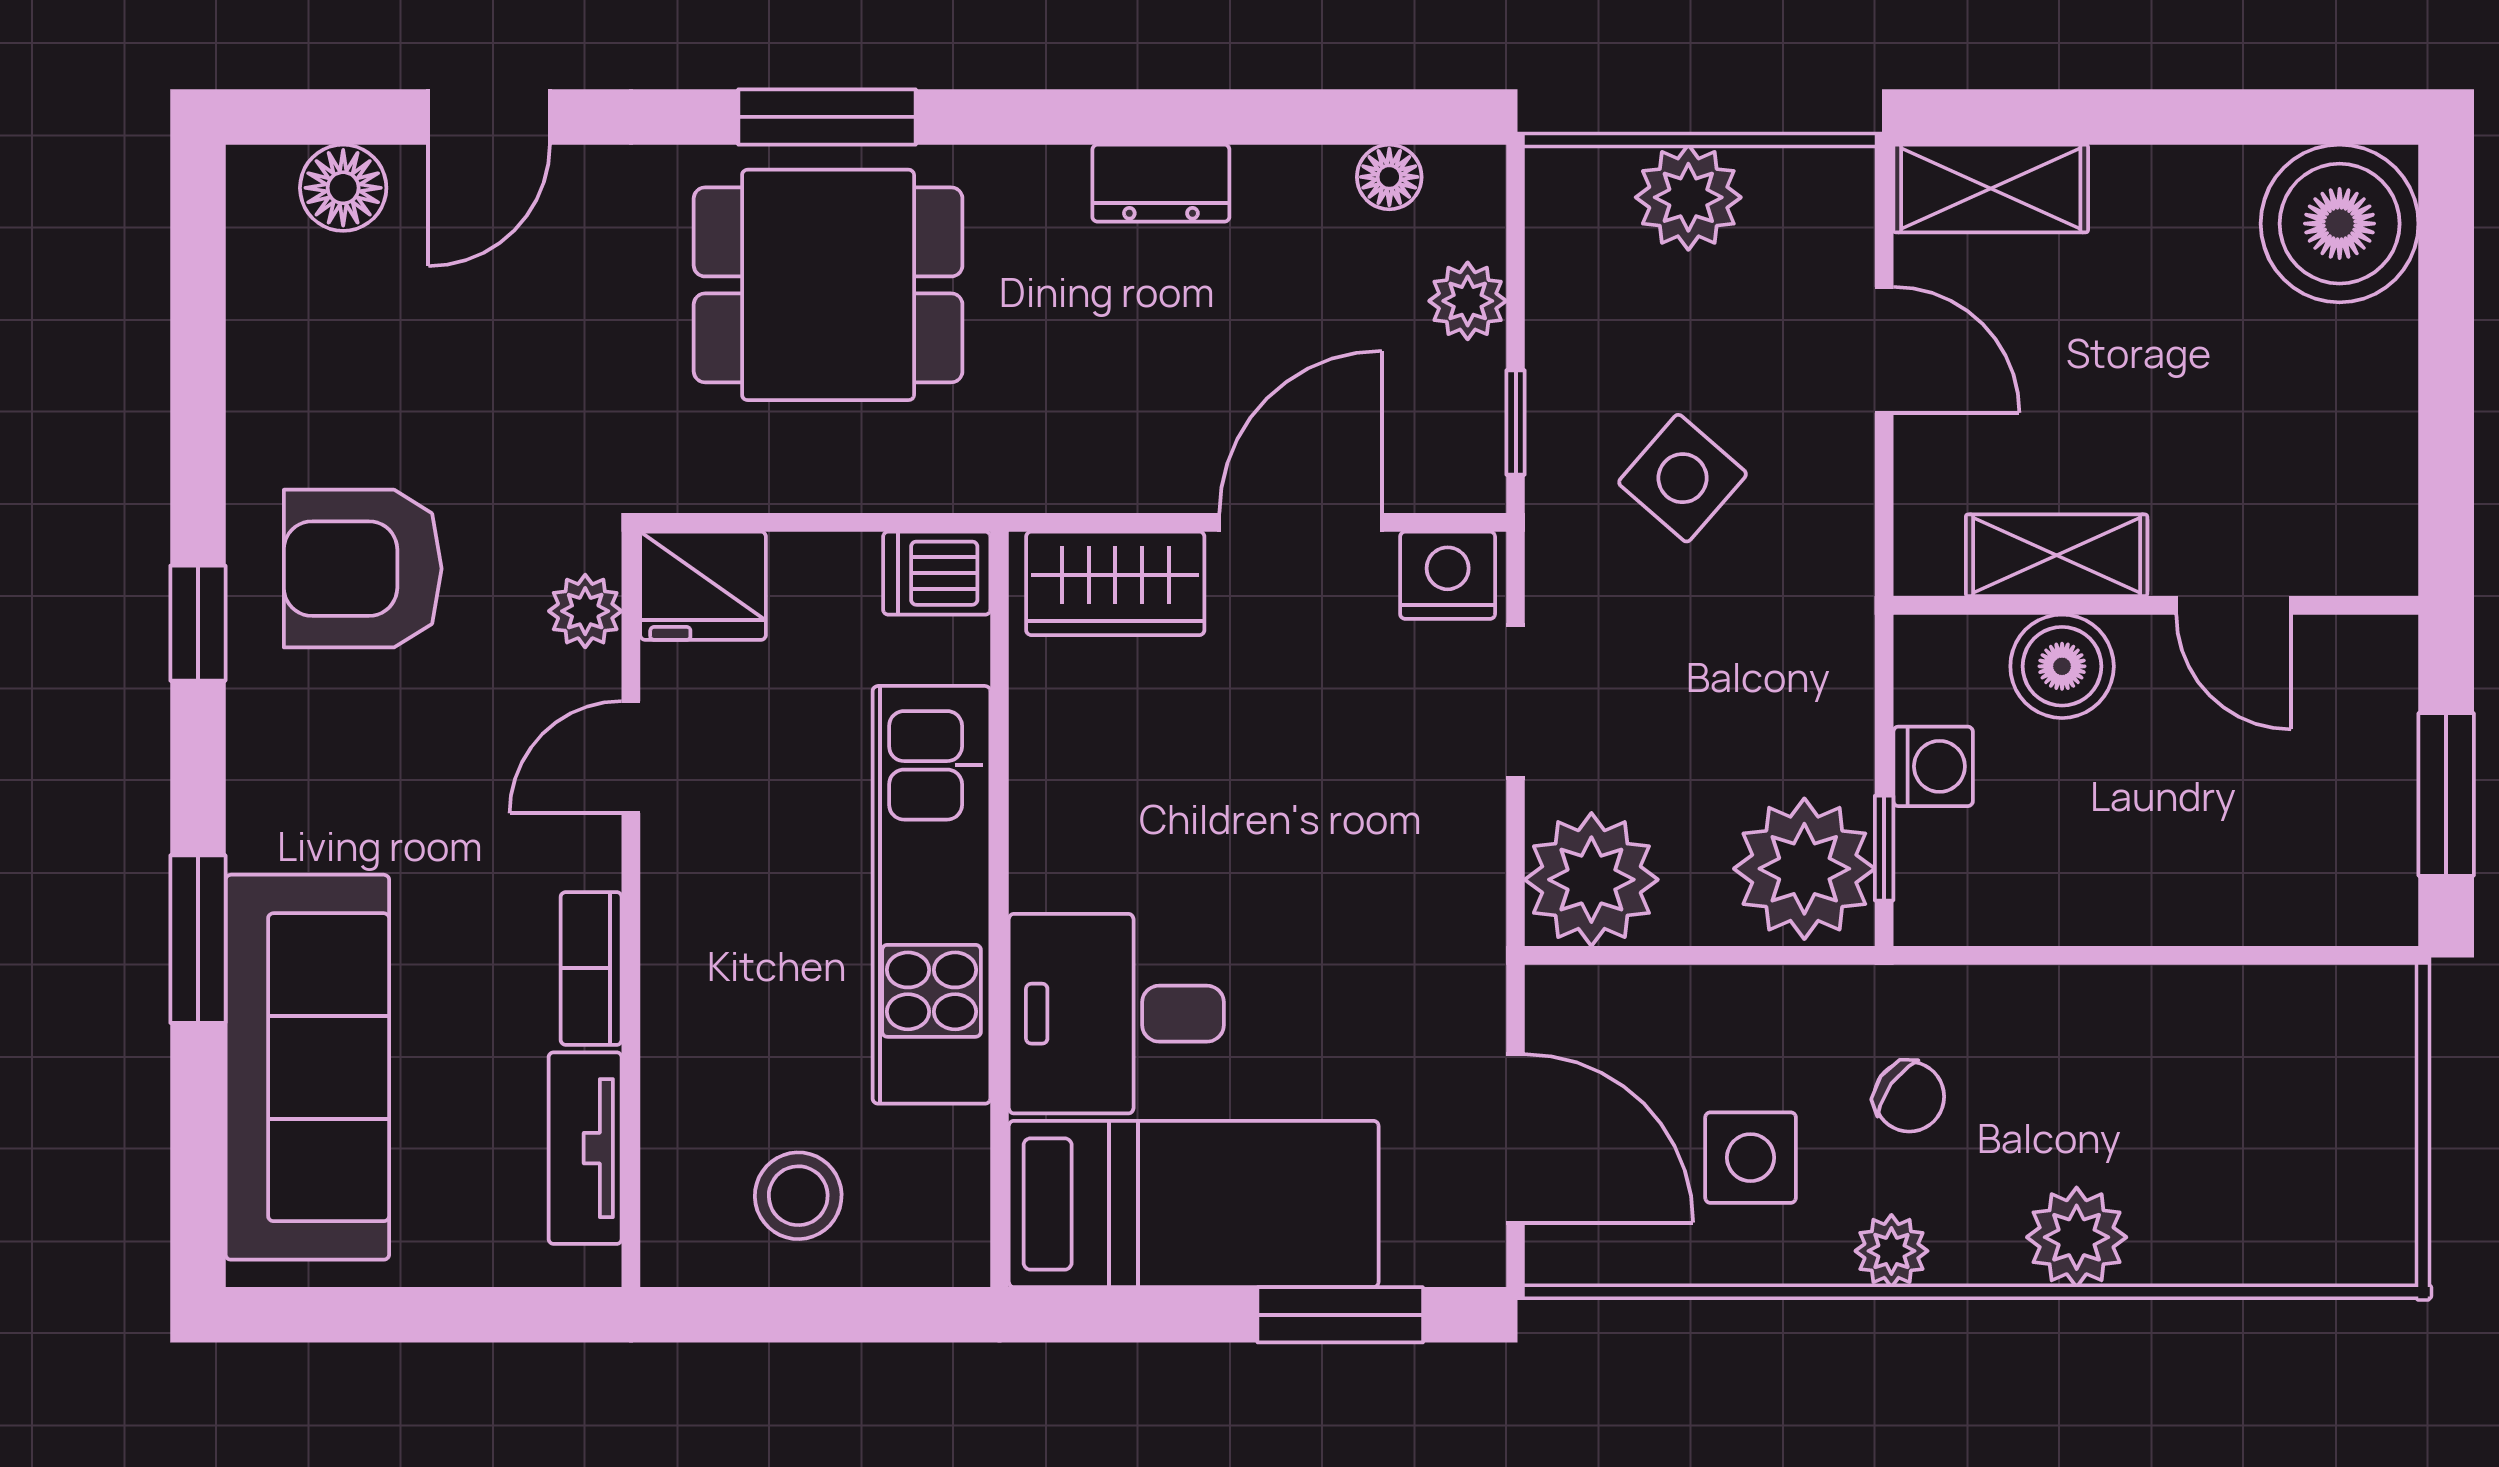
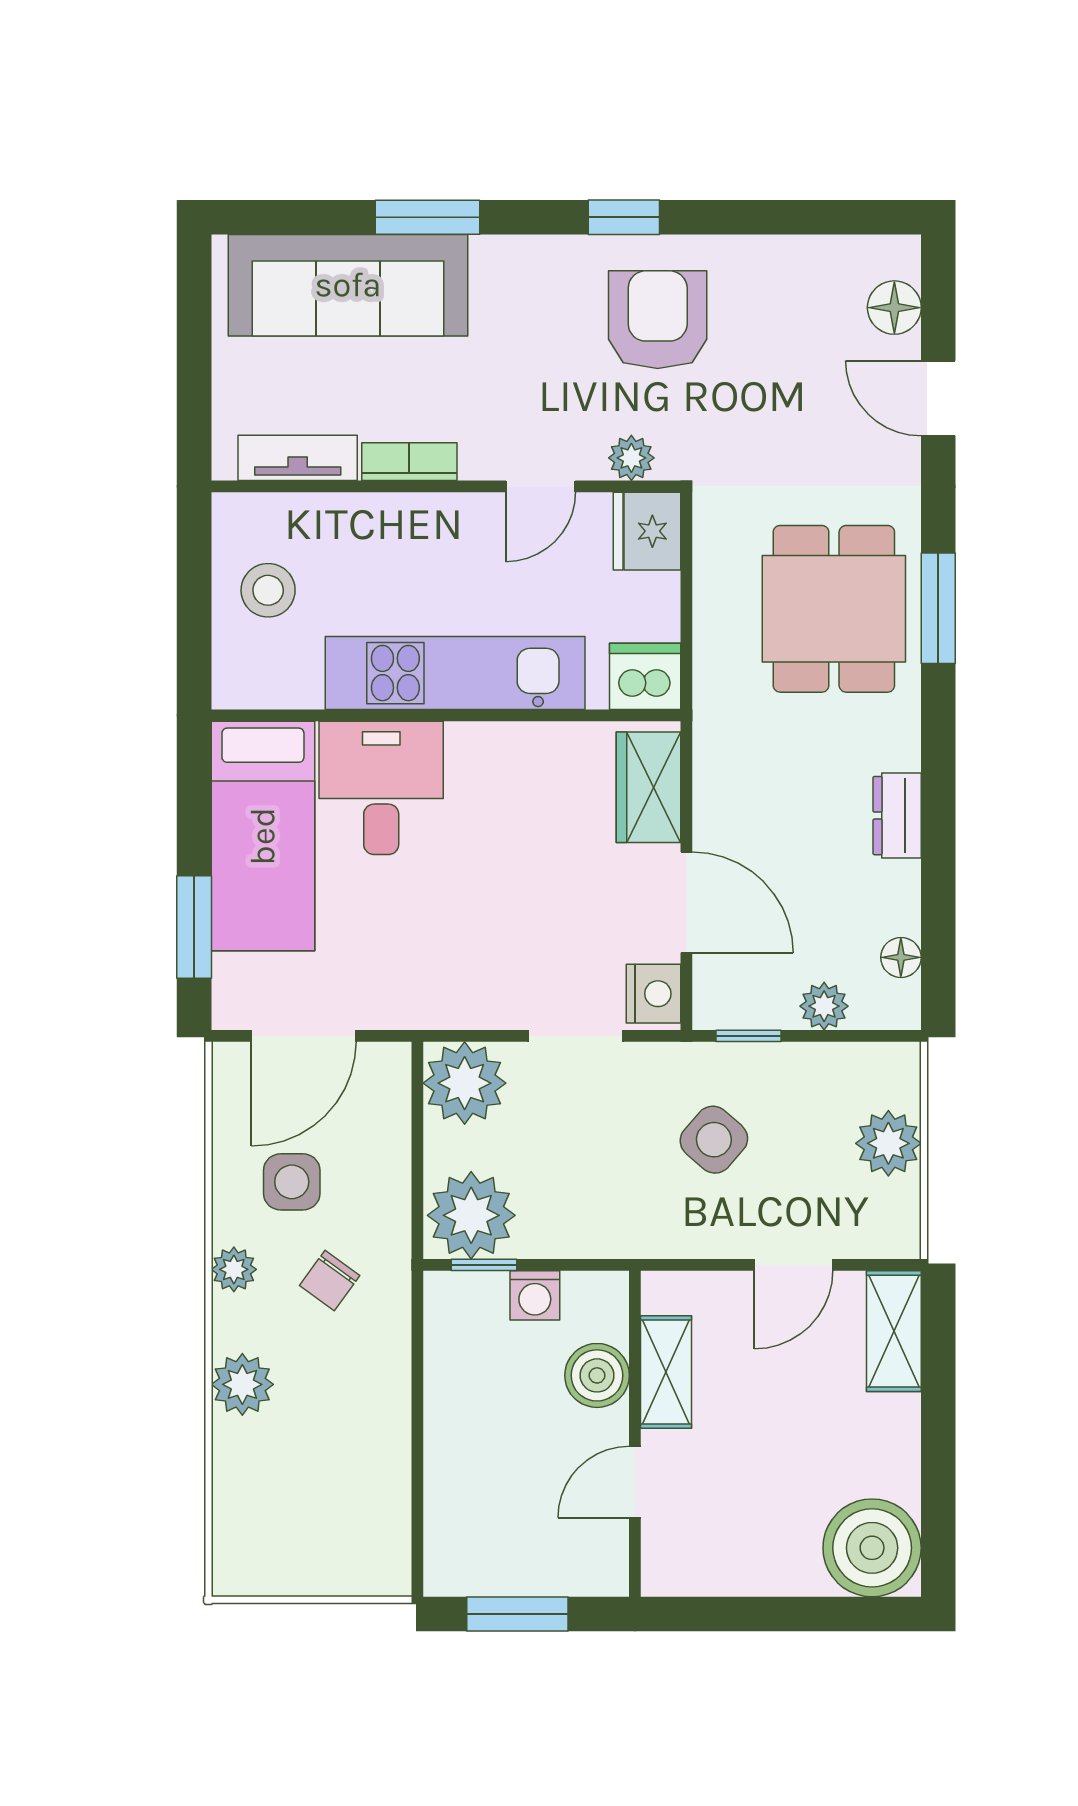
dishwasher: (937, 573) -> (645, 676), width x1.38
door: (631, 757) -> (541, 486), swing flipped

